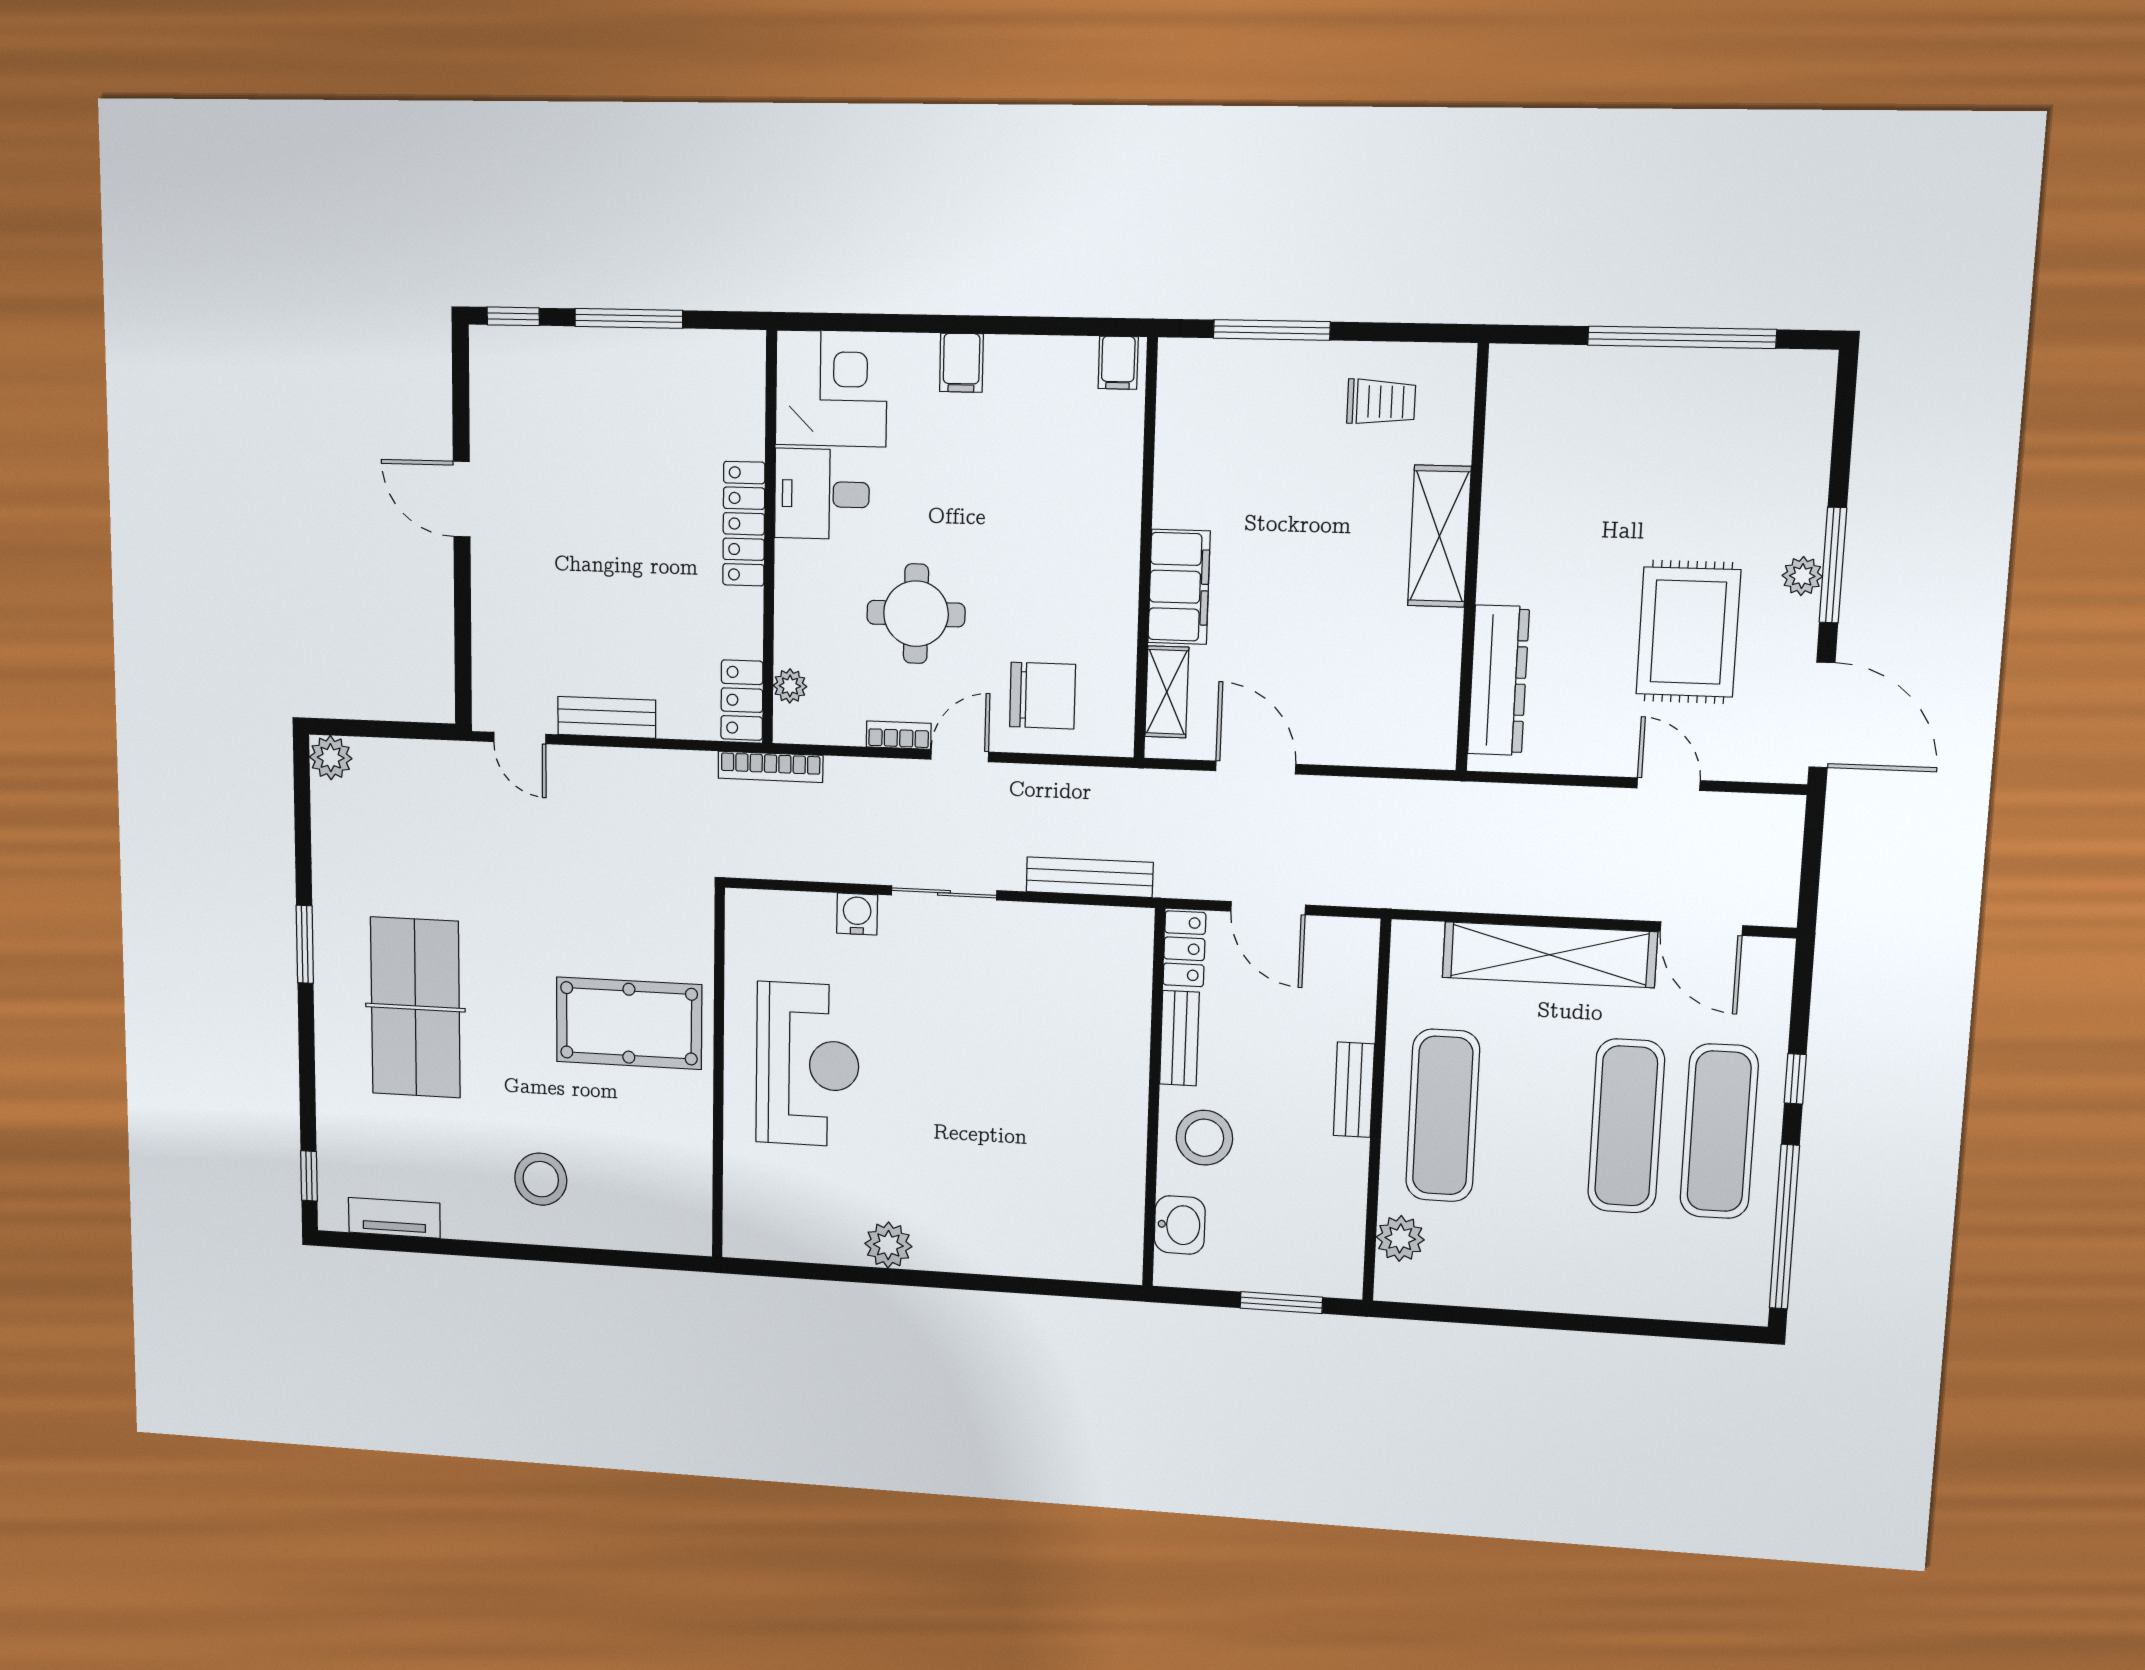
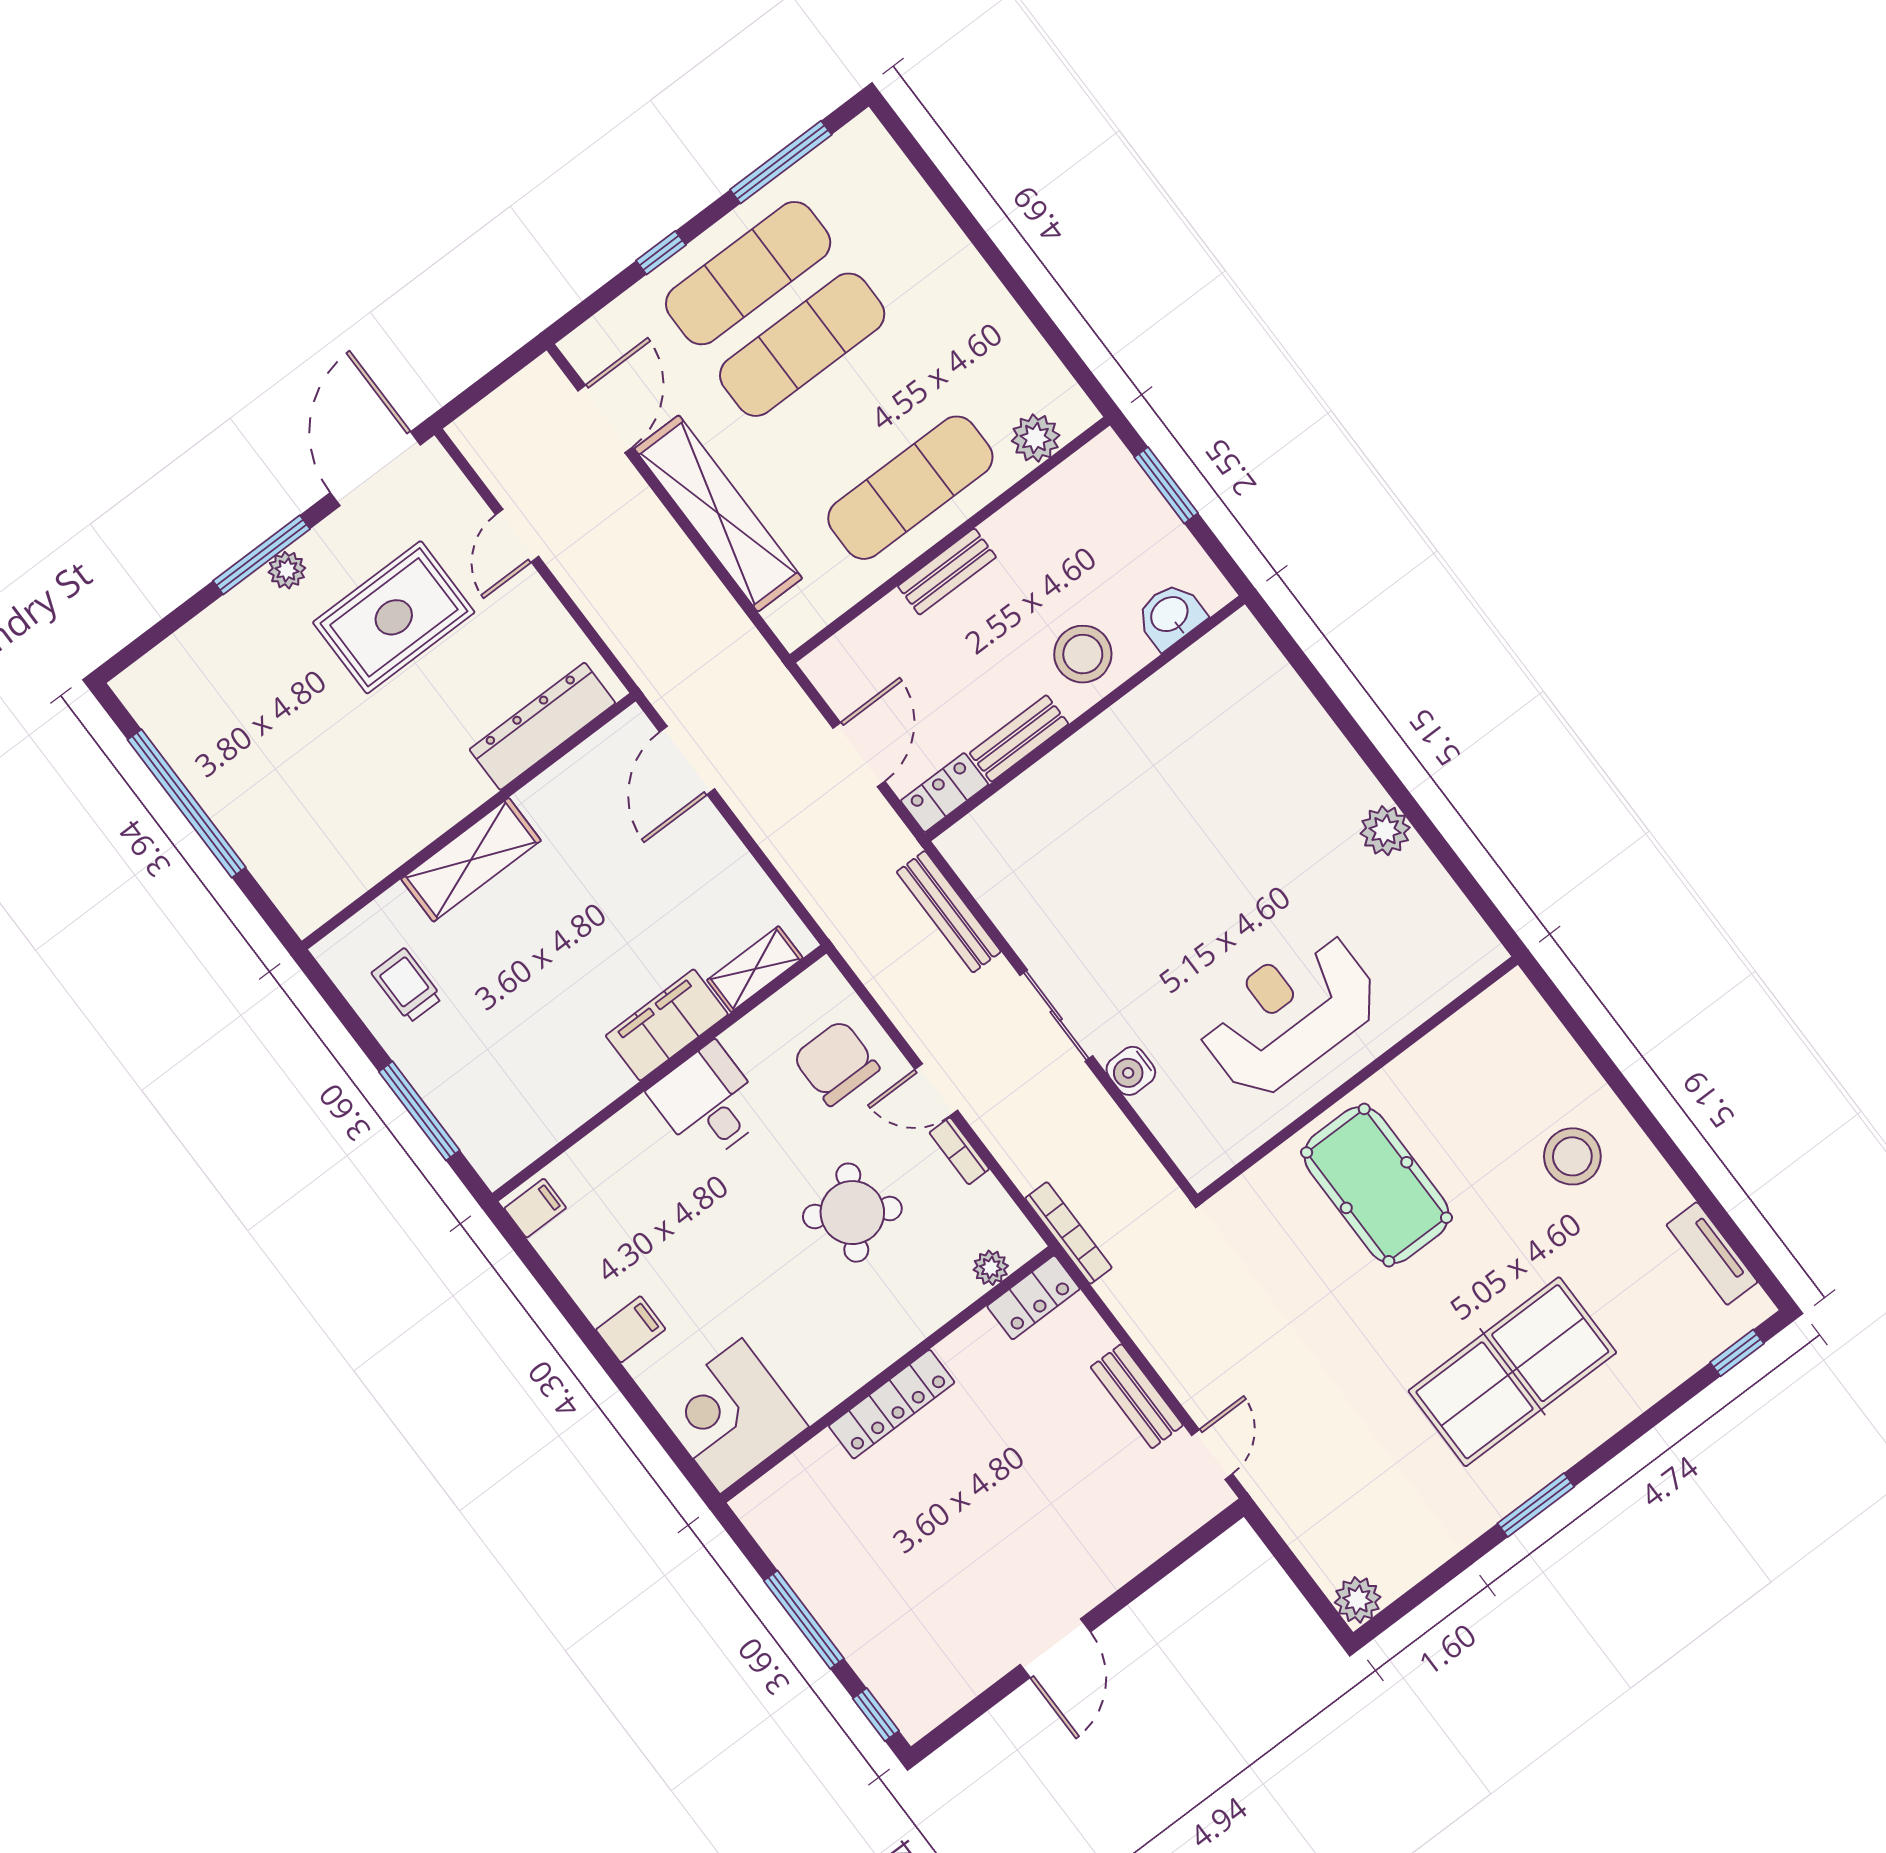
desk: (822, 494) -> (708, 1103), moved, turned 180
round table: (916, 614) -> (852, 1213), turned 31
door: (1256, 768) -> (687, 760), moved
window: (1784, 1227) -> (781, 162), width x0.68

